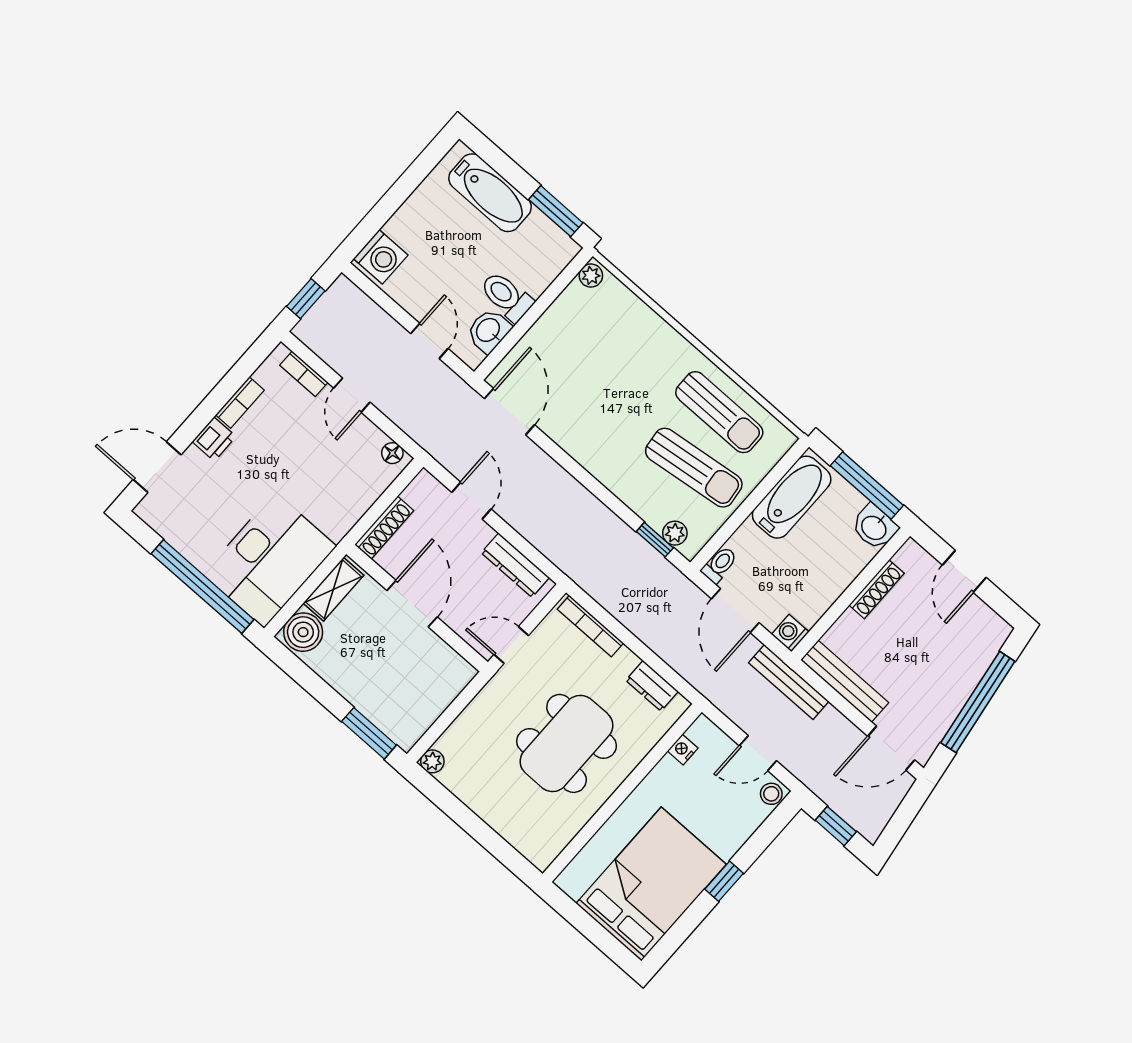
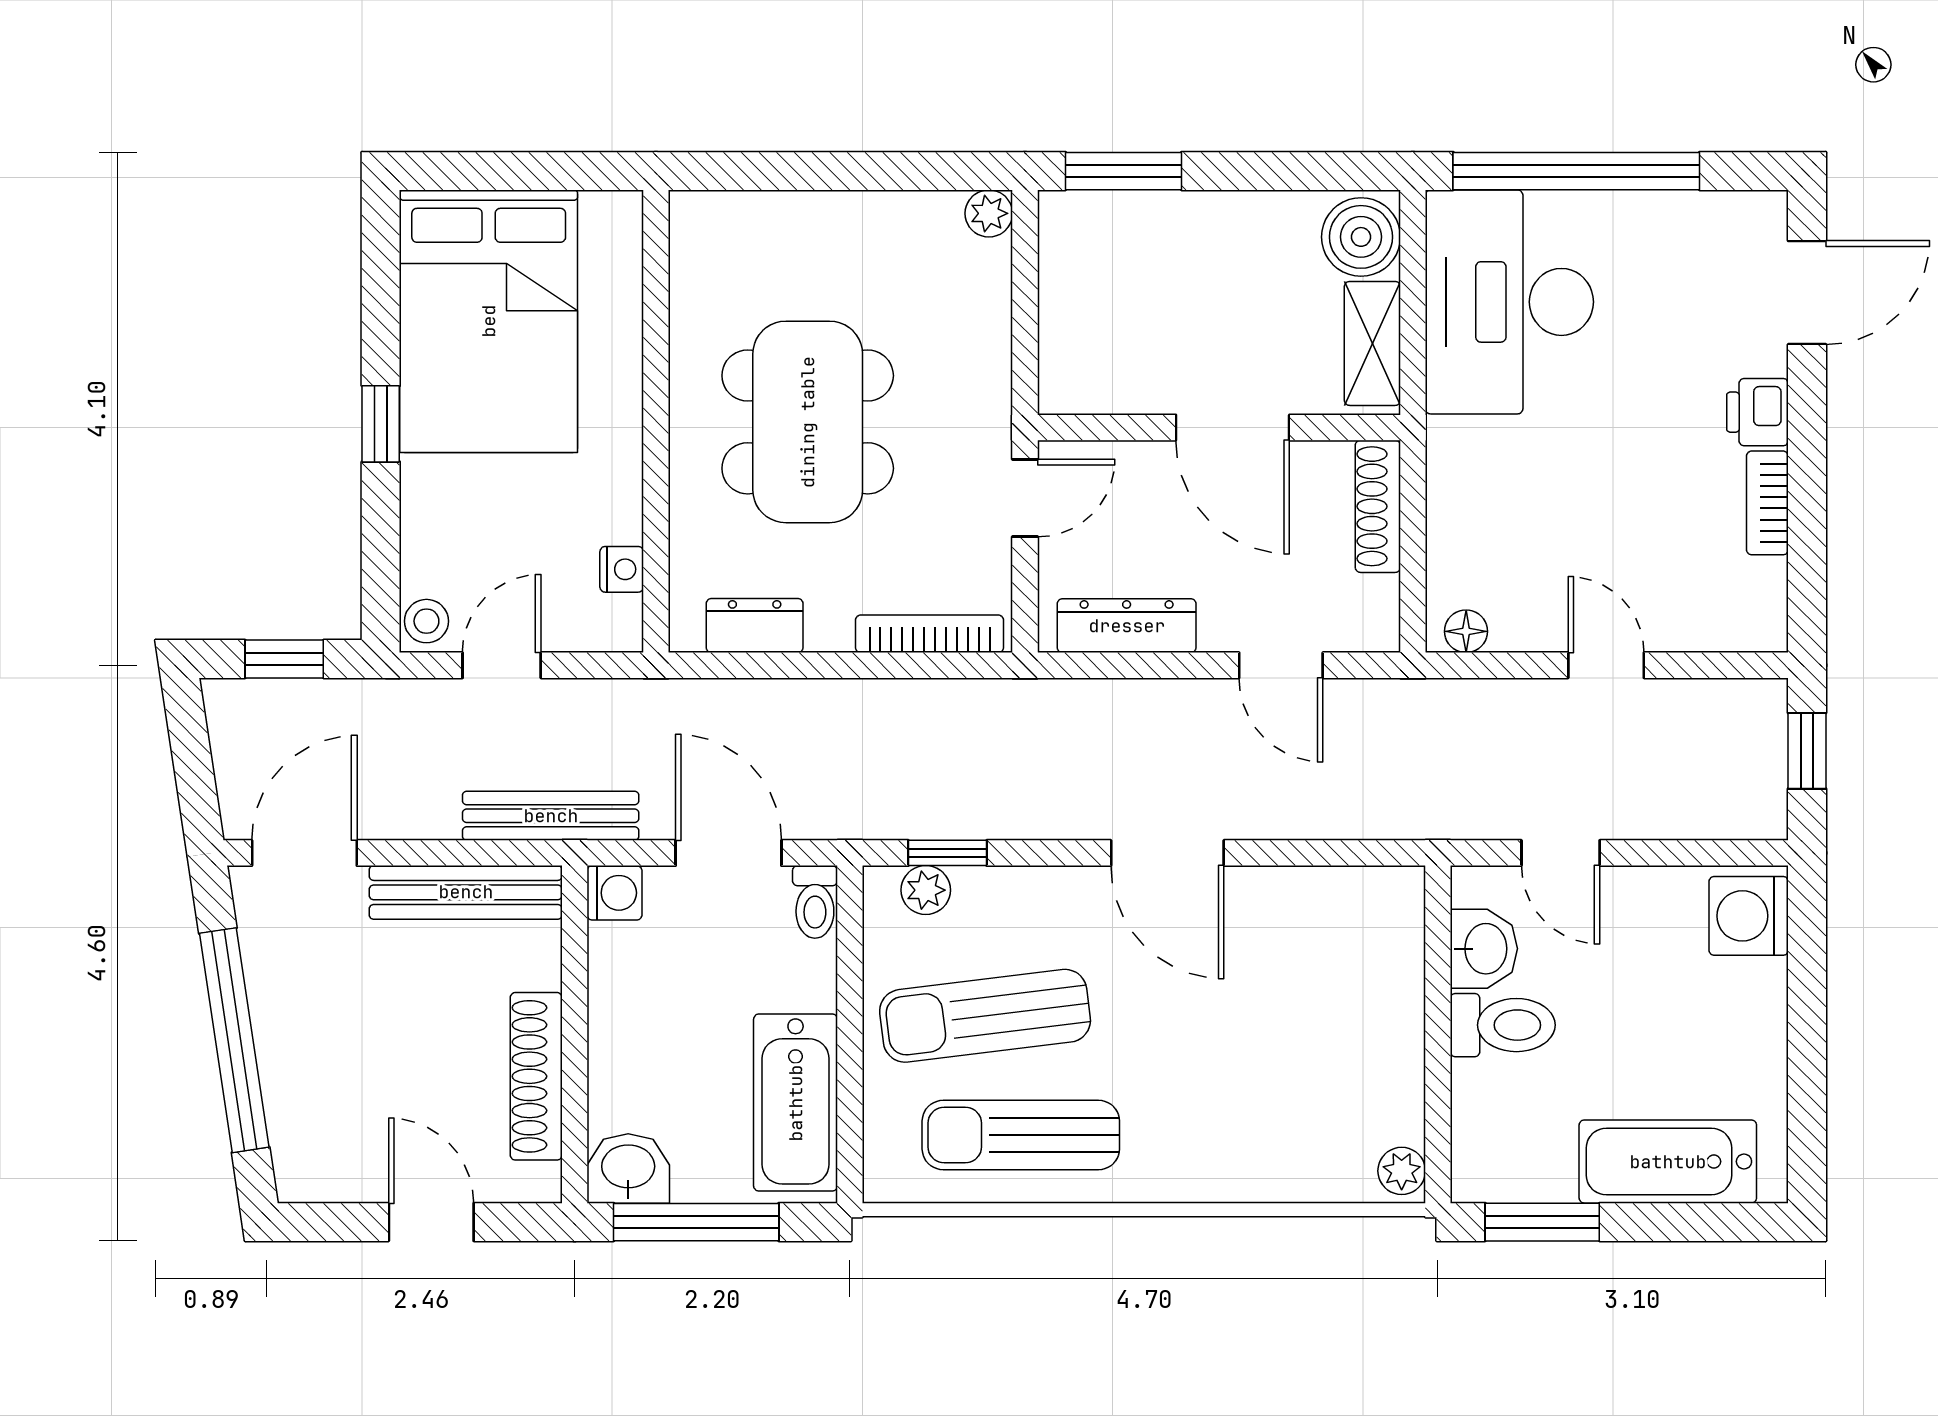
bookcase: (304, 374) -> (1708, 633), removed
door: (510, 412) -> (1167, 853), moved
shoe rack: (877, 589) -> (536, 1076), width x1.36, depth x1.24

